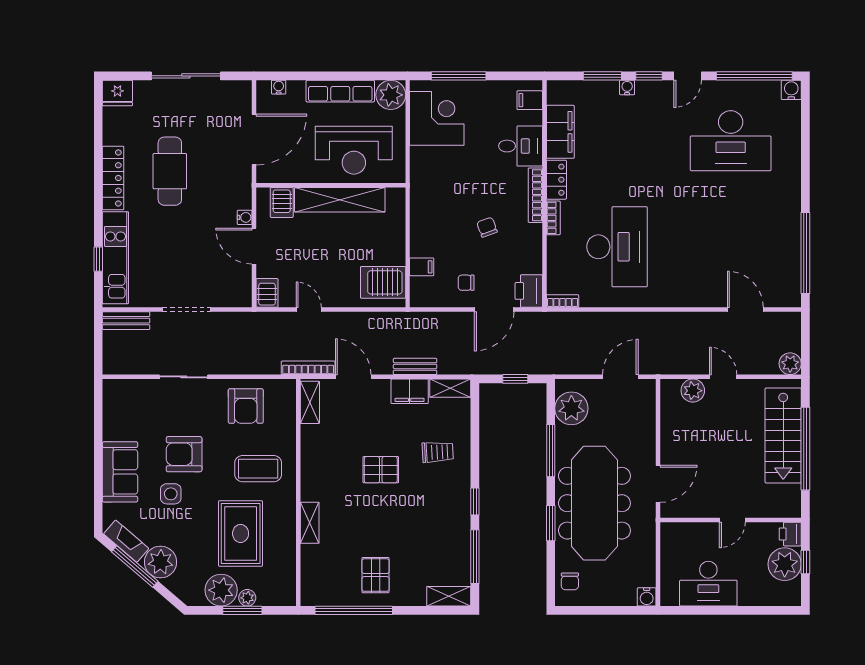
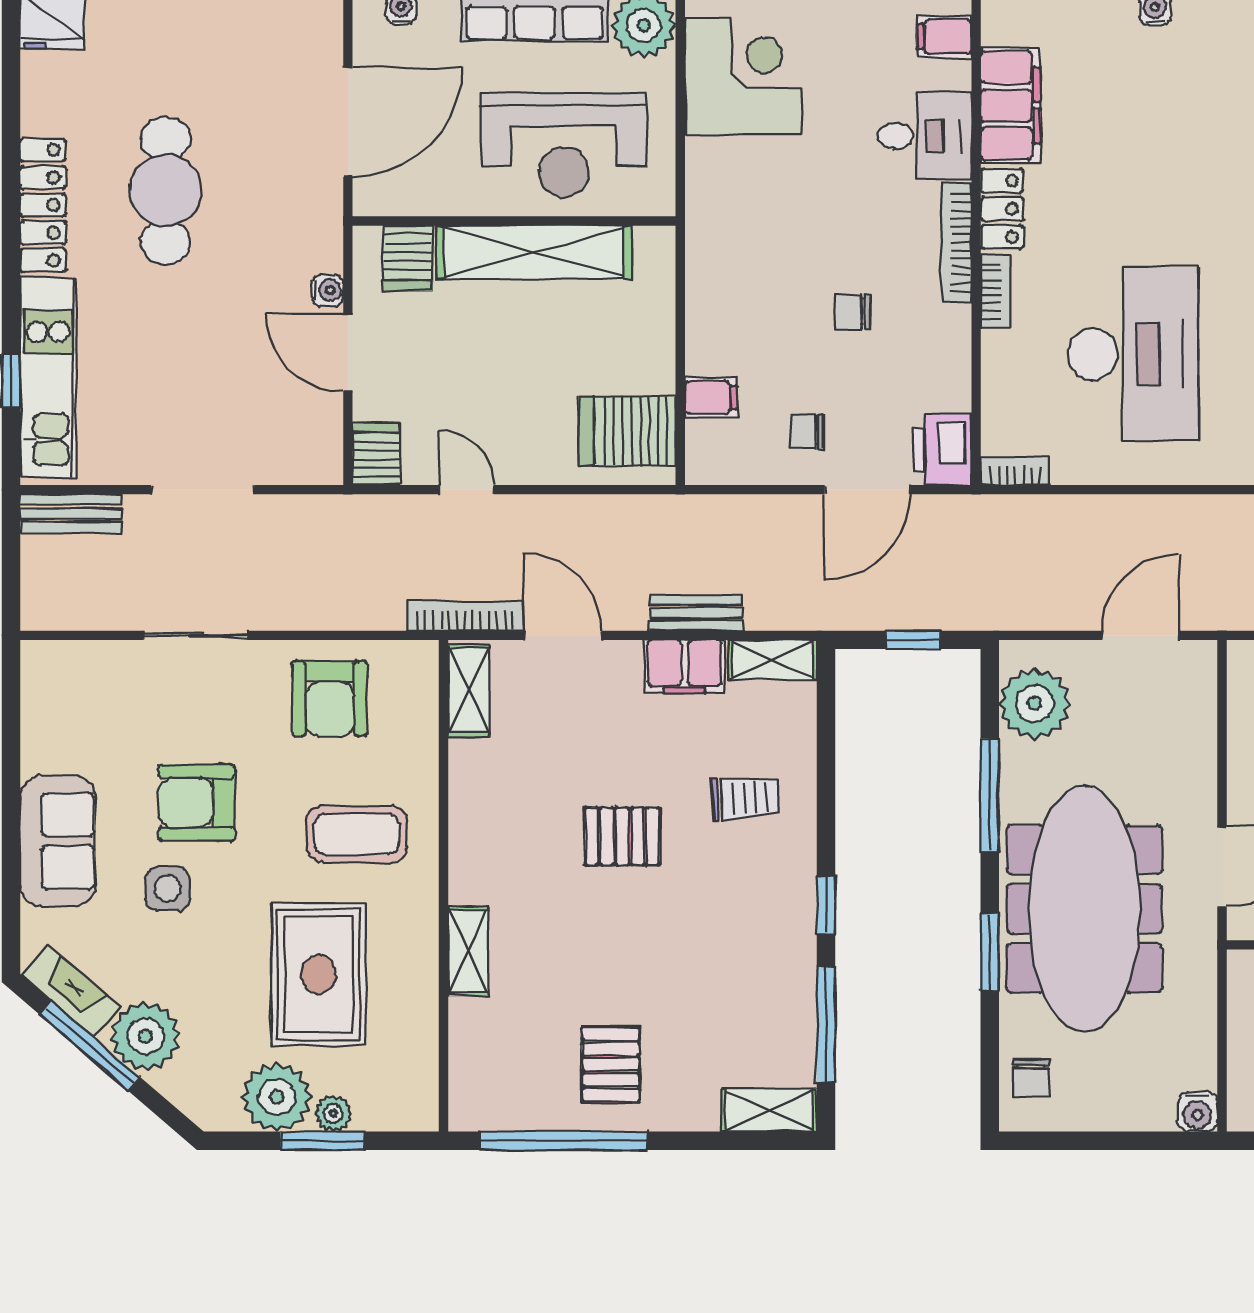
chair: (487, 227) -> (852, 312), turned -70

